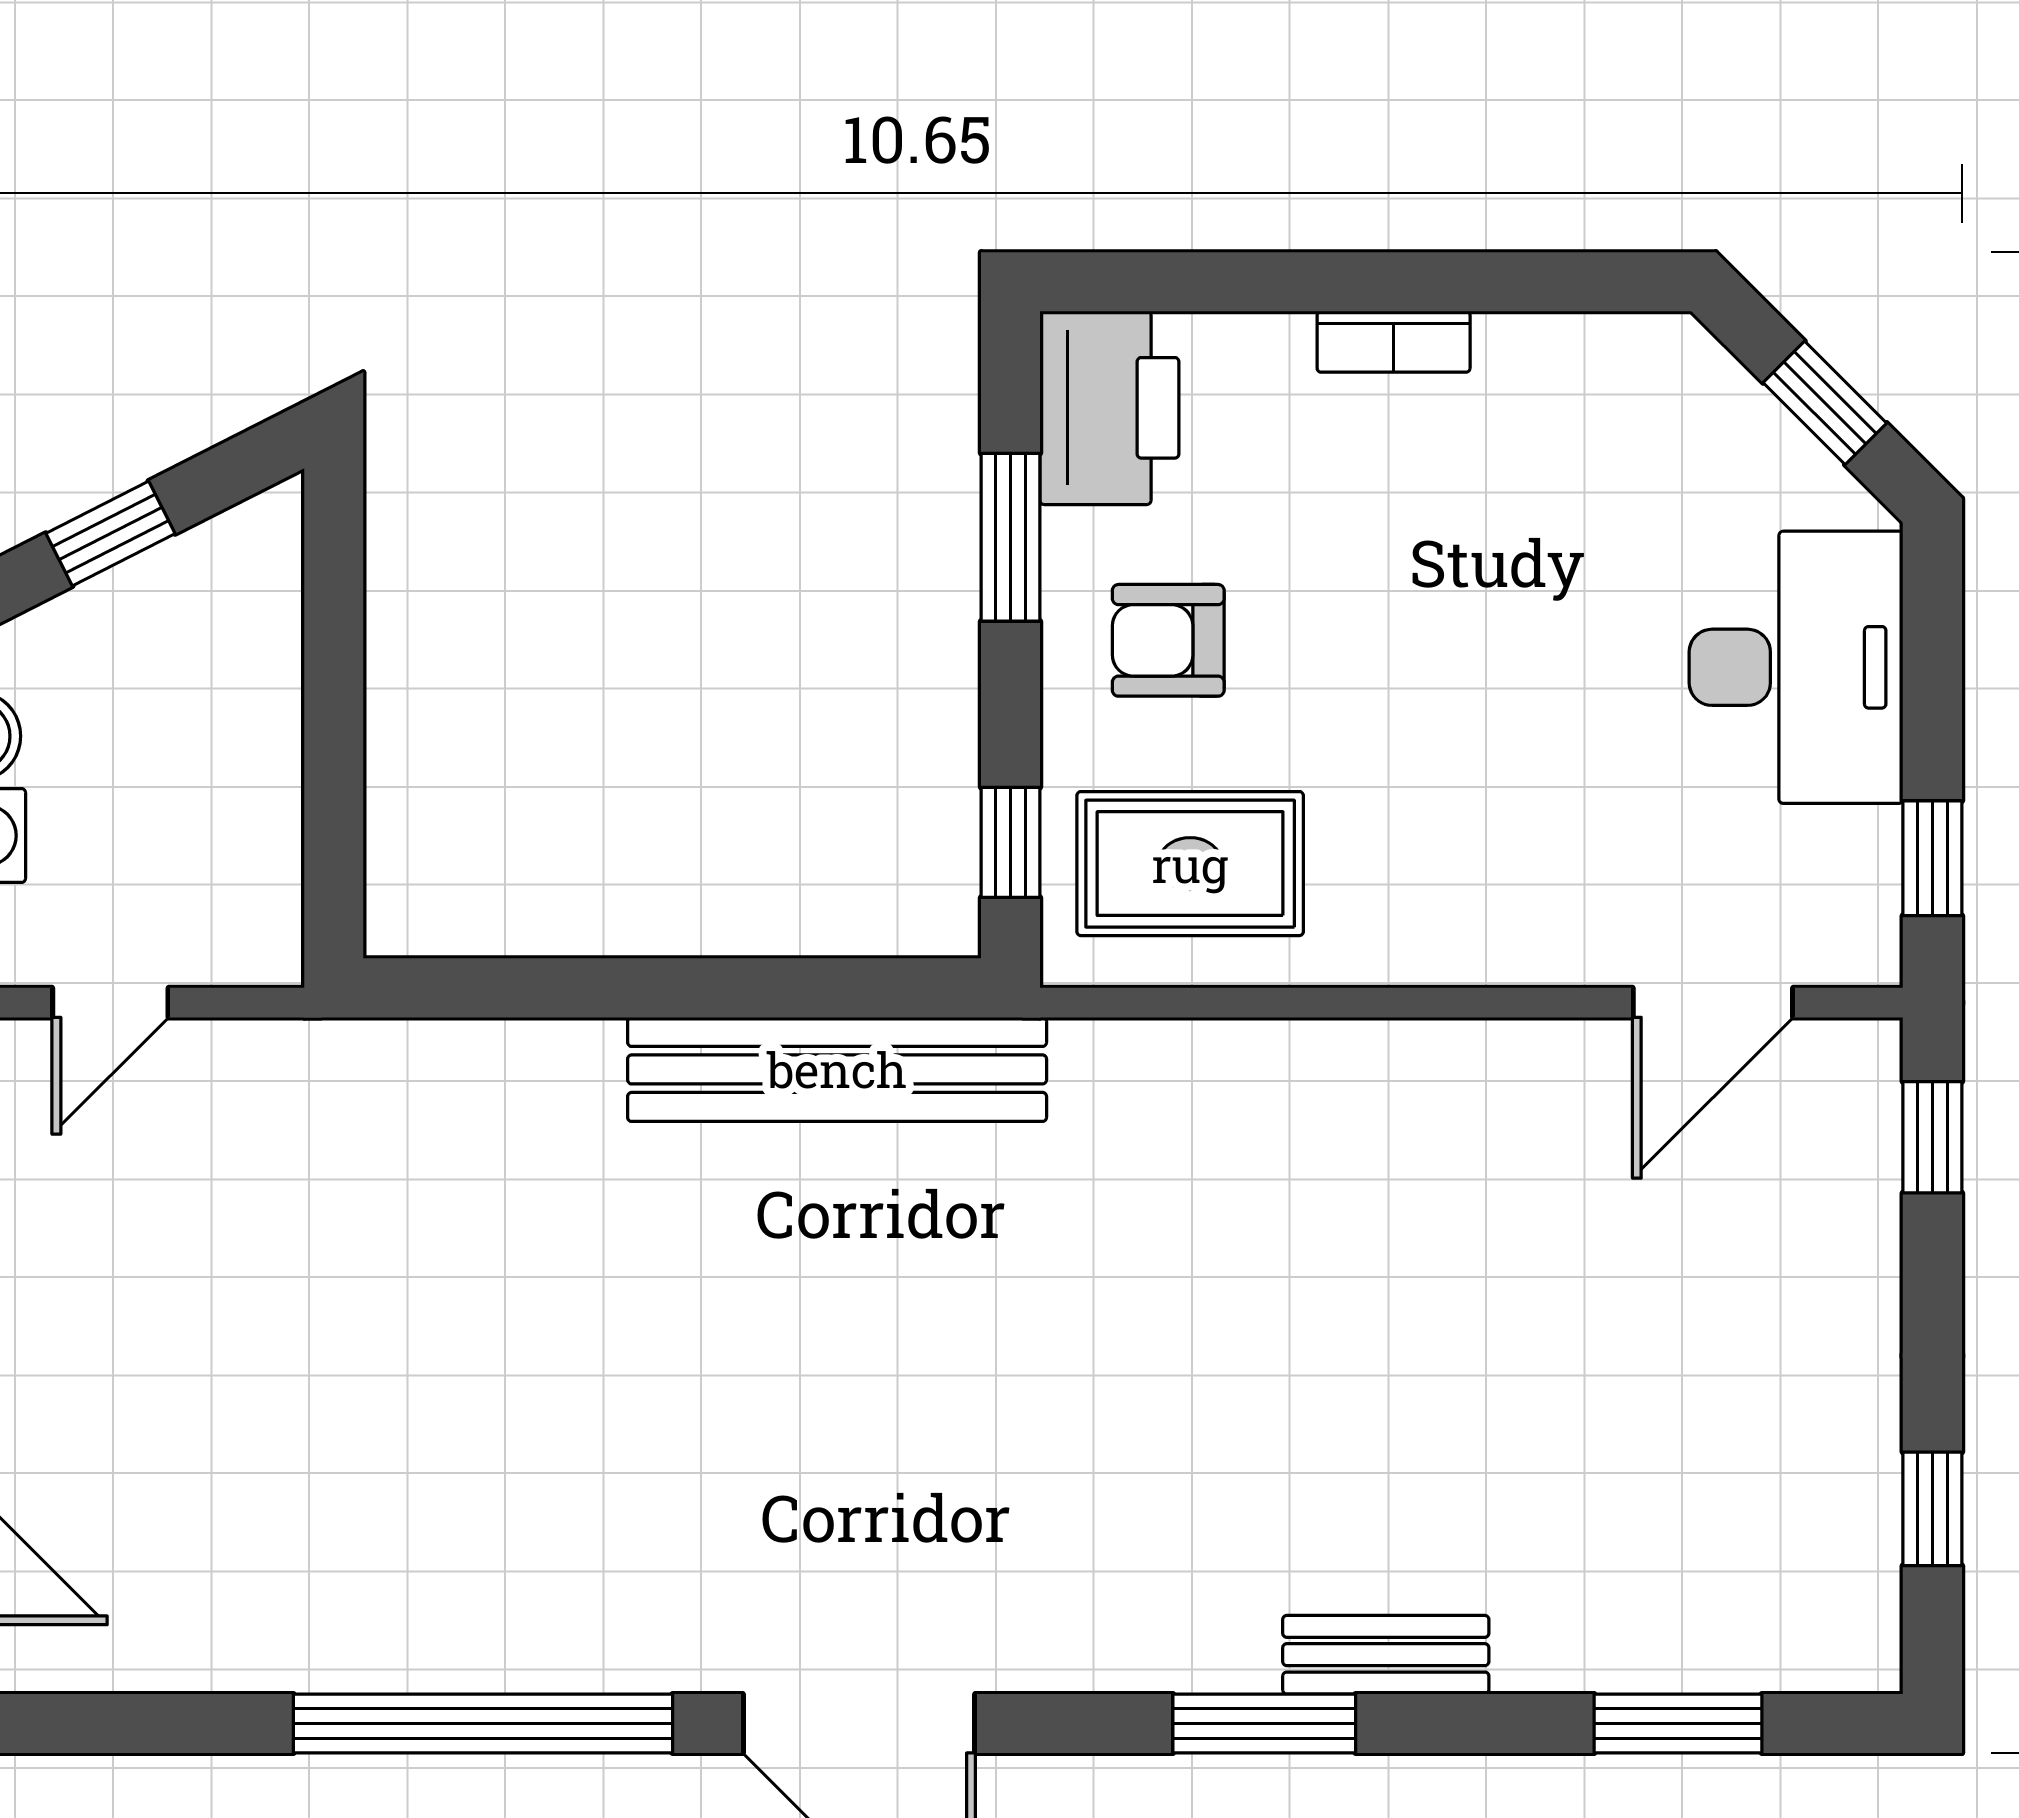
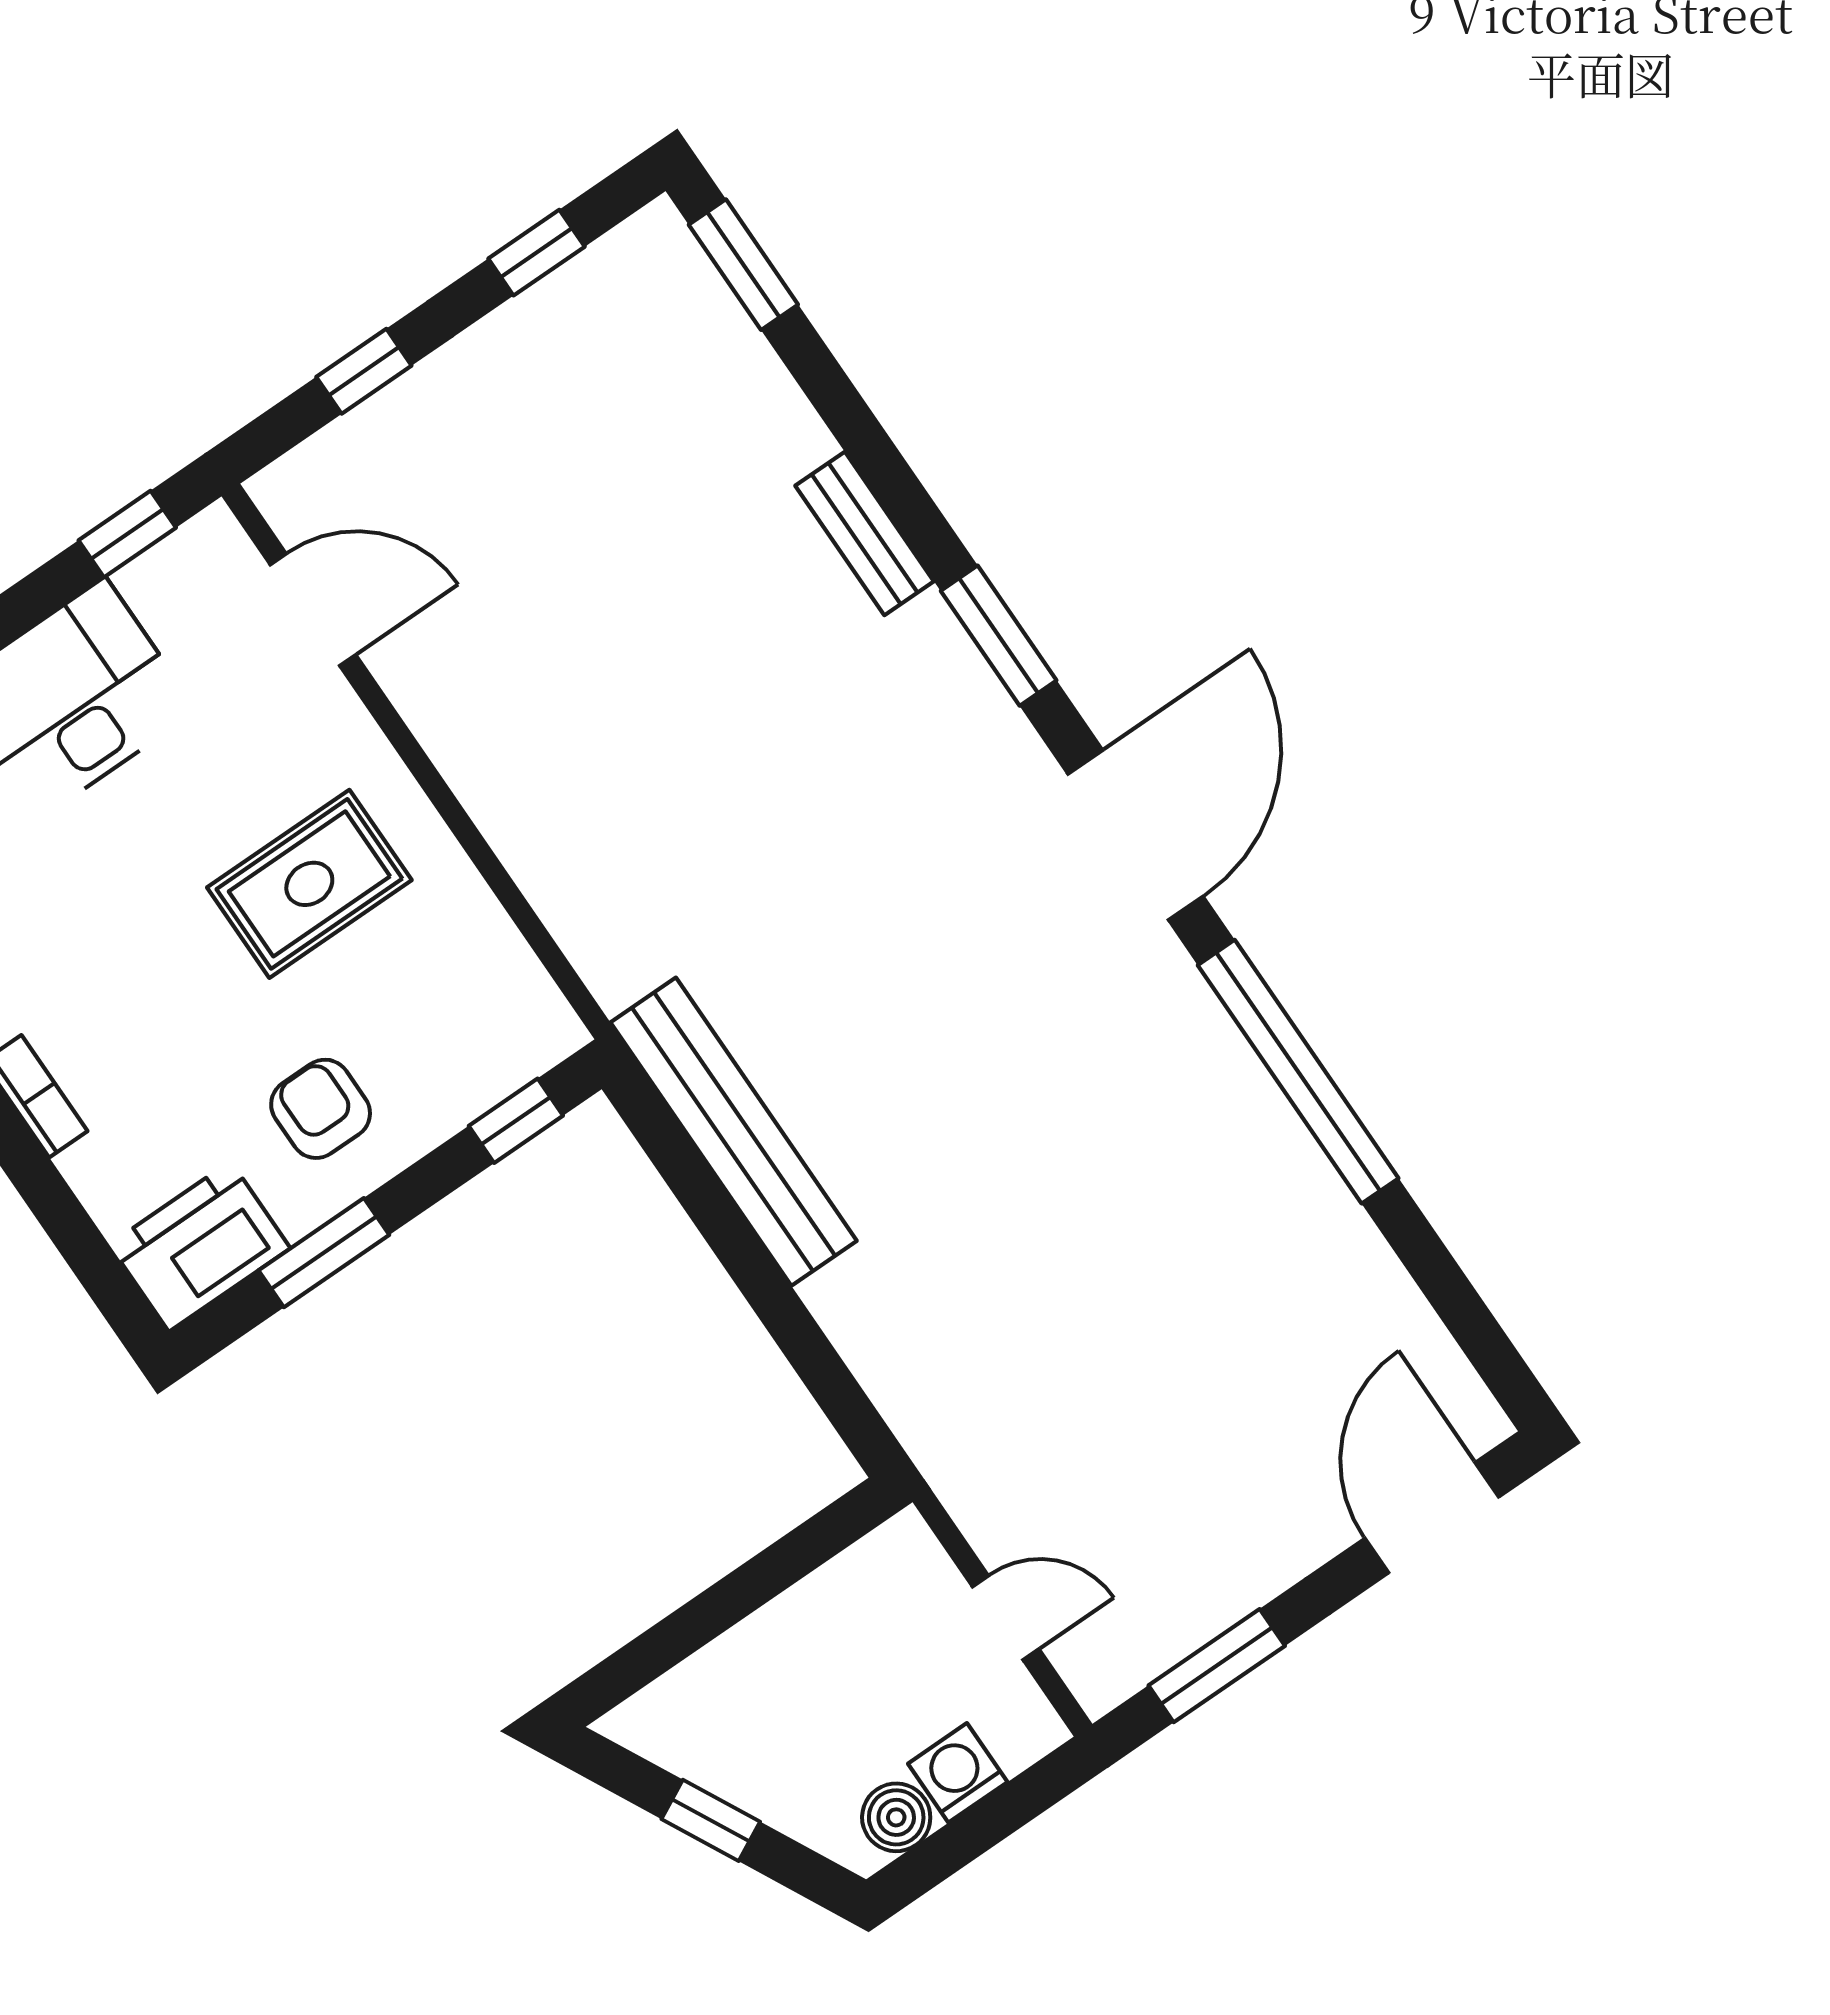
armchair: (1168, 640) -> (321, 1109), turned 180
rug: (1190, 864) -> (309, 884), moved, turned 90
window: (1932, 1137) -> (364, 371), moved
window: (1264, 1723) -> (999, 636), moved
window: (1678, 1723) -> (743, 265), moved

